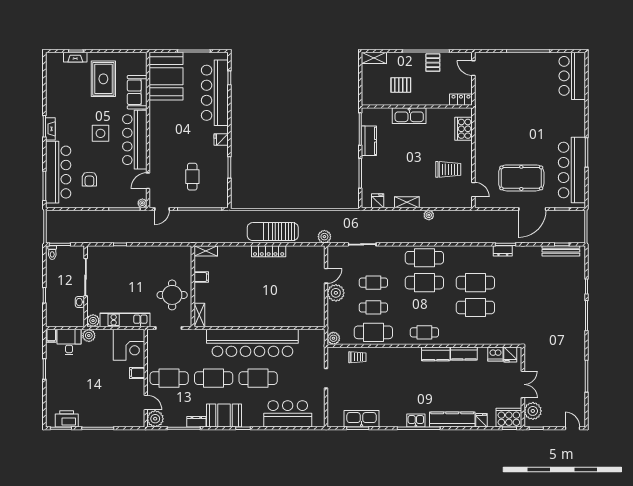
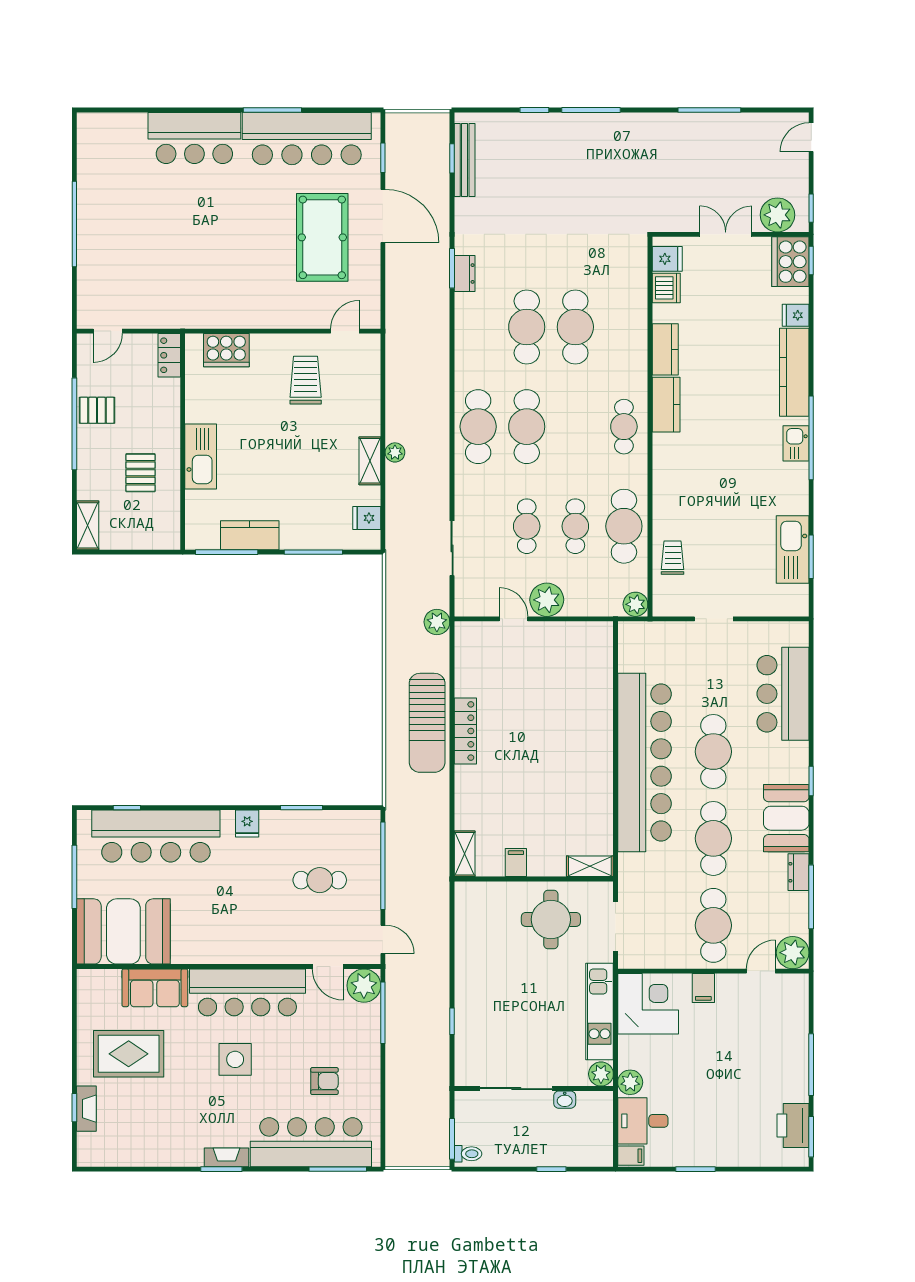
bar counter: (572, 76) -> (194, 138), moved
plant: (142, 203) -> (364, 986), width x1.88, depth x1.88
plant: (429, 215) -> (395, 452), moved

